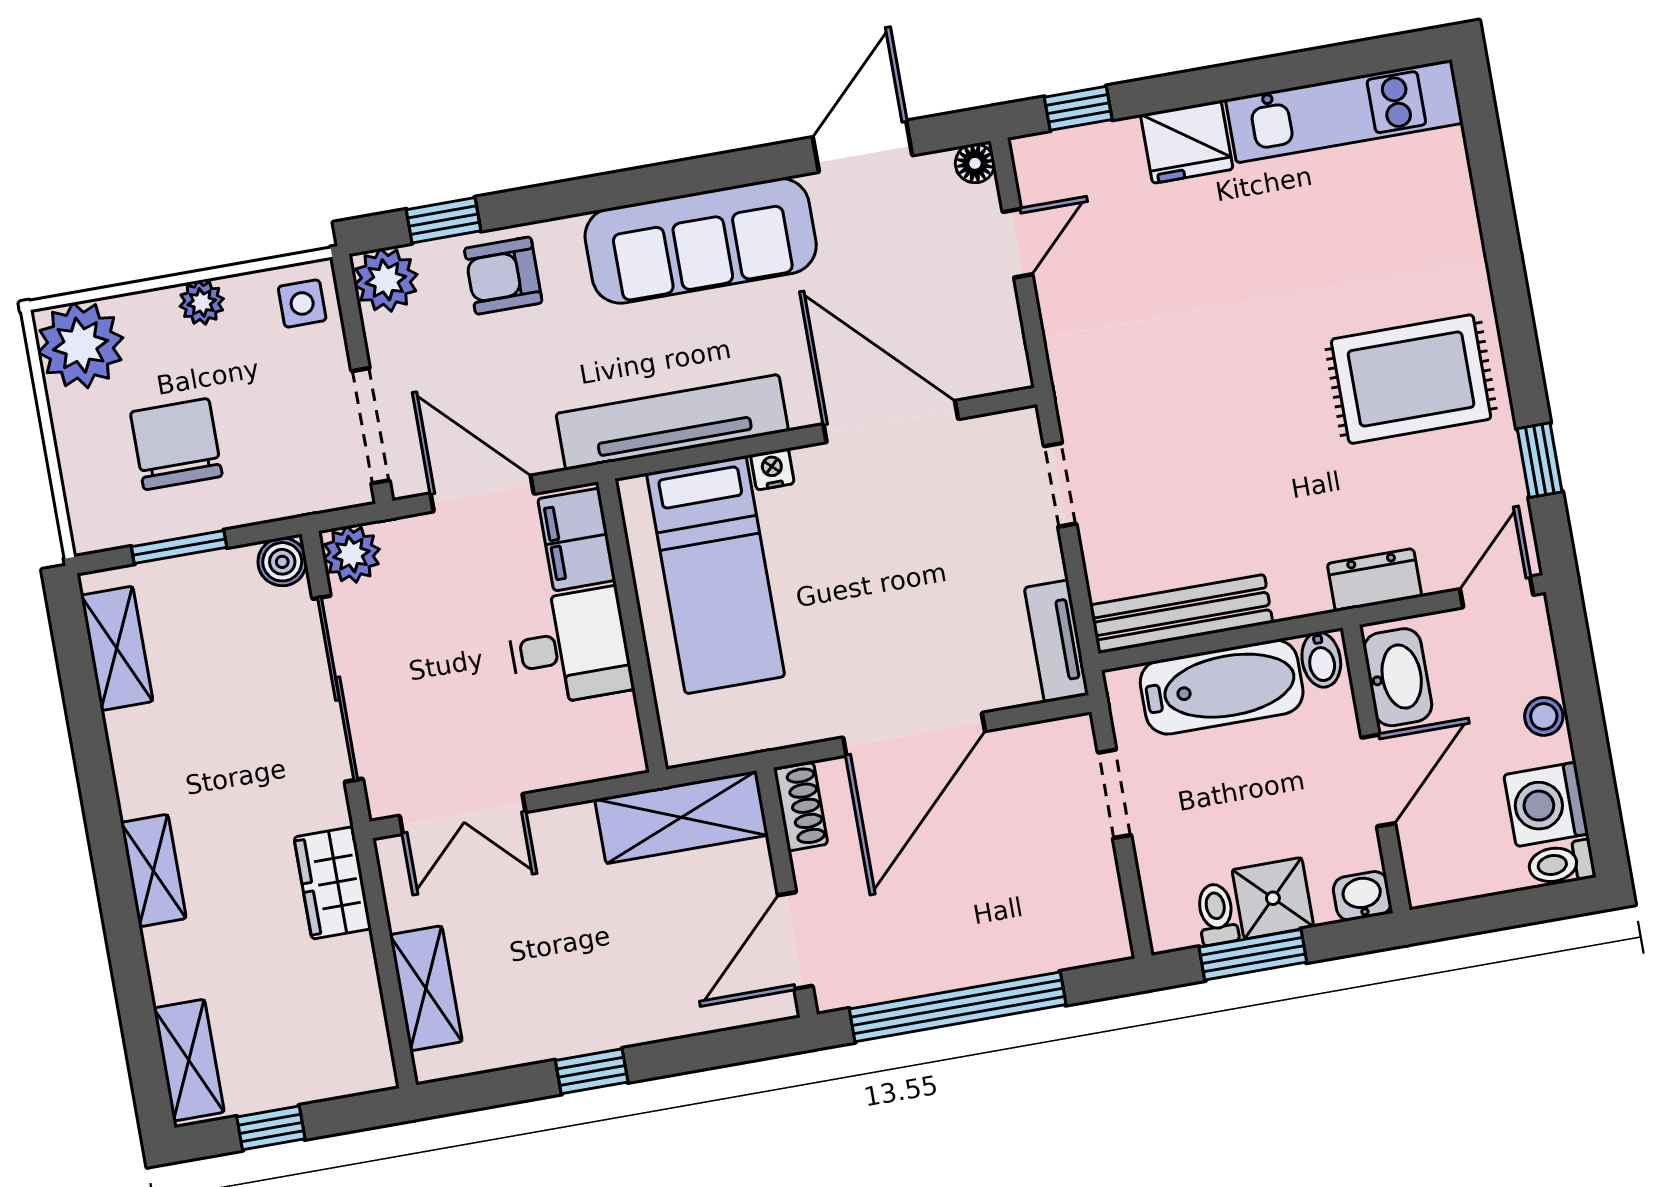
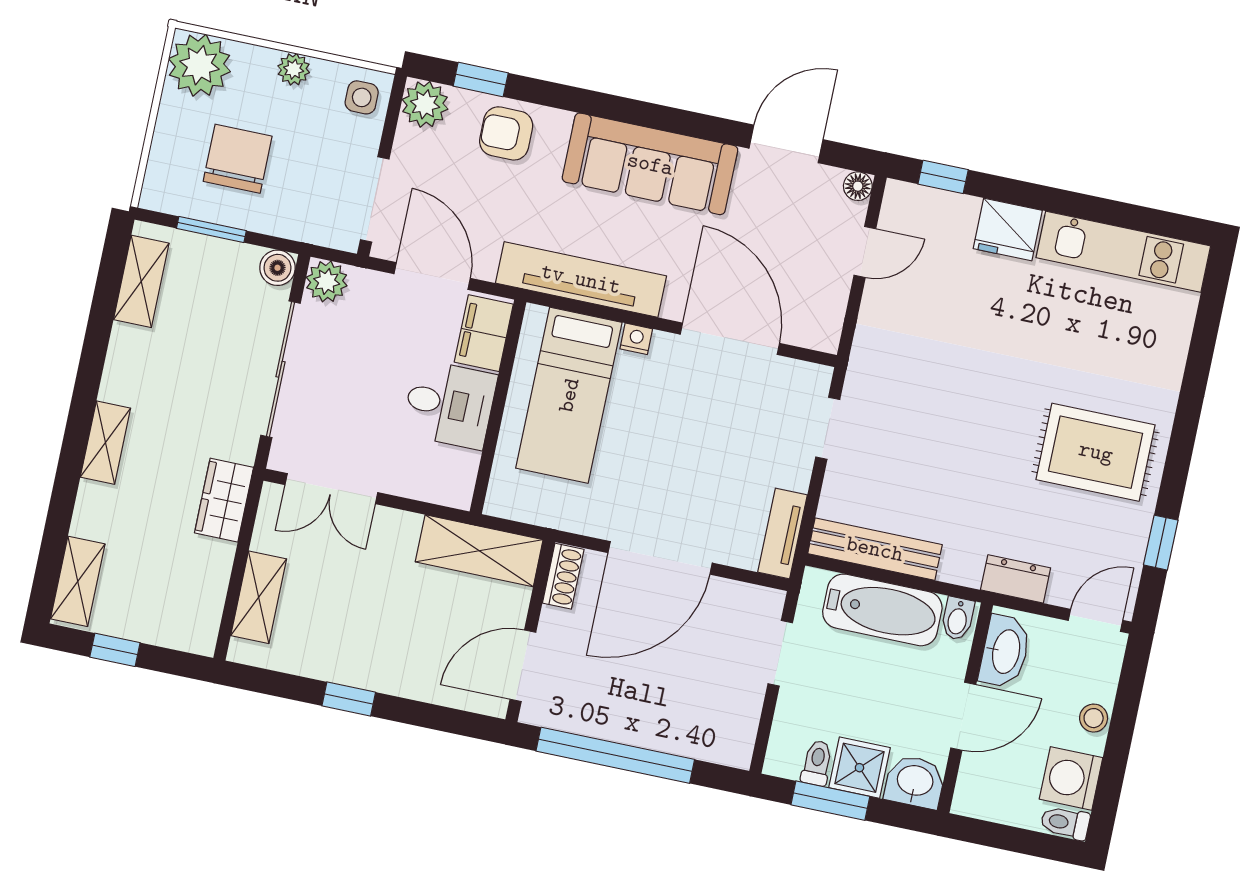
washbasin: (1362, 896) -> (915, 782), width x1.38, depth x1.45

